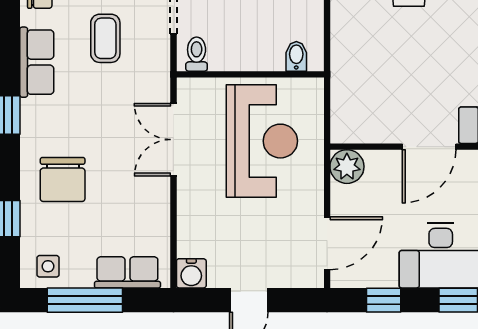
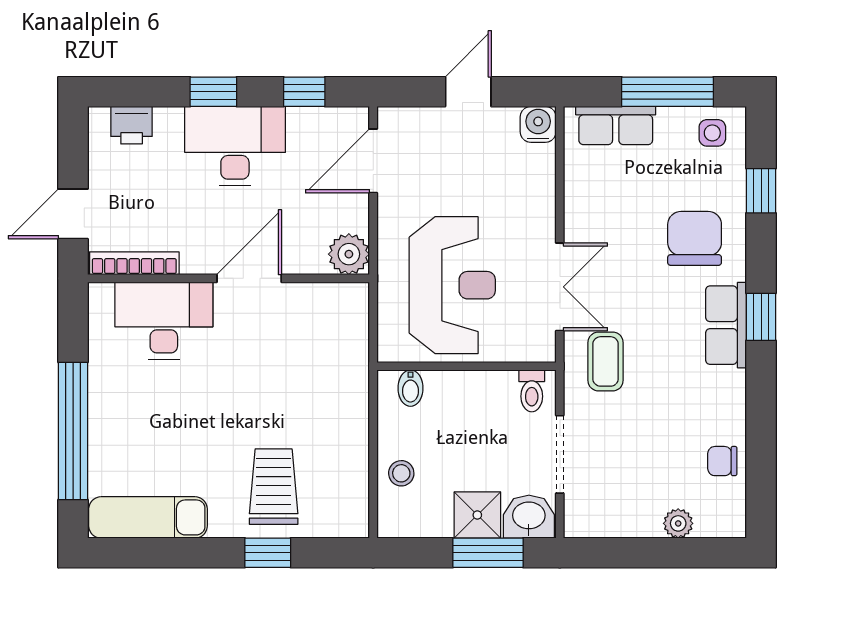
coffee table: (105, 38) -> (606, 361), moved
row of seats: (37, 62) -> (726, 325), moved
reception desk: (262, 141) -> (452, 285), turned 180

